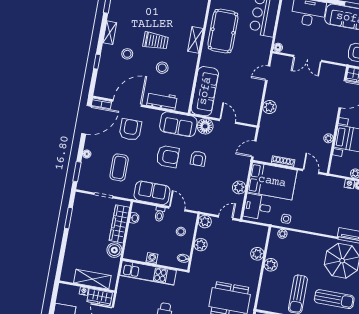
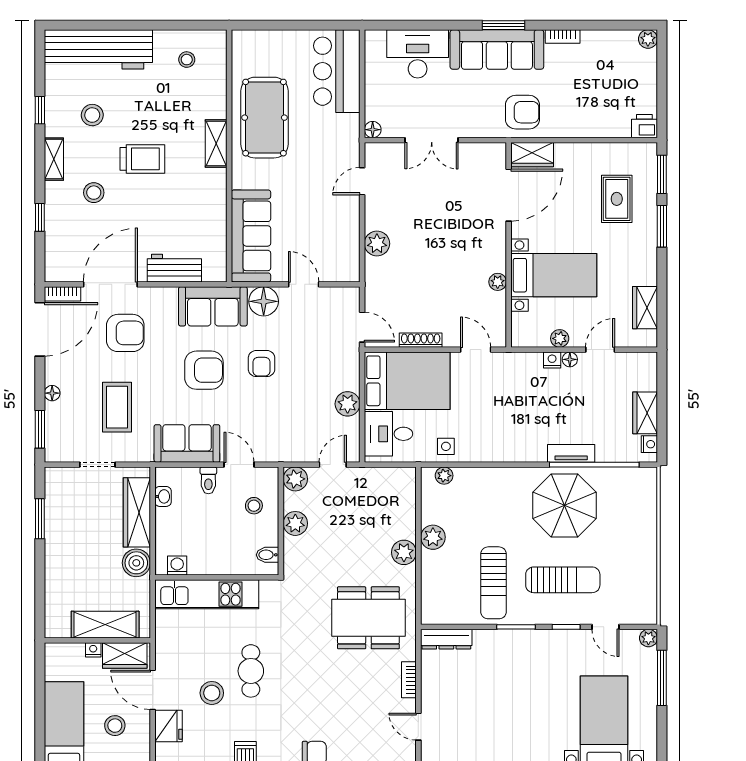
stool: (162, 68) -> (92, 115), moved
armchair: (130, 130) -> (125, 333), turned 90
door: (254, 149) -> (362, 327), swing flipped
plant: (257, 254) -> (404, 552), moved
washing machine: (152, 258) -> (177, 566), moved

